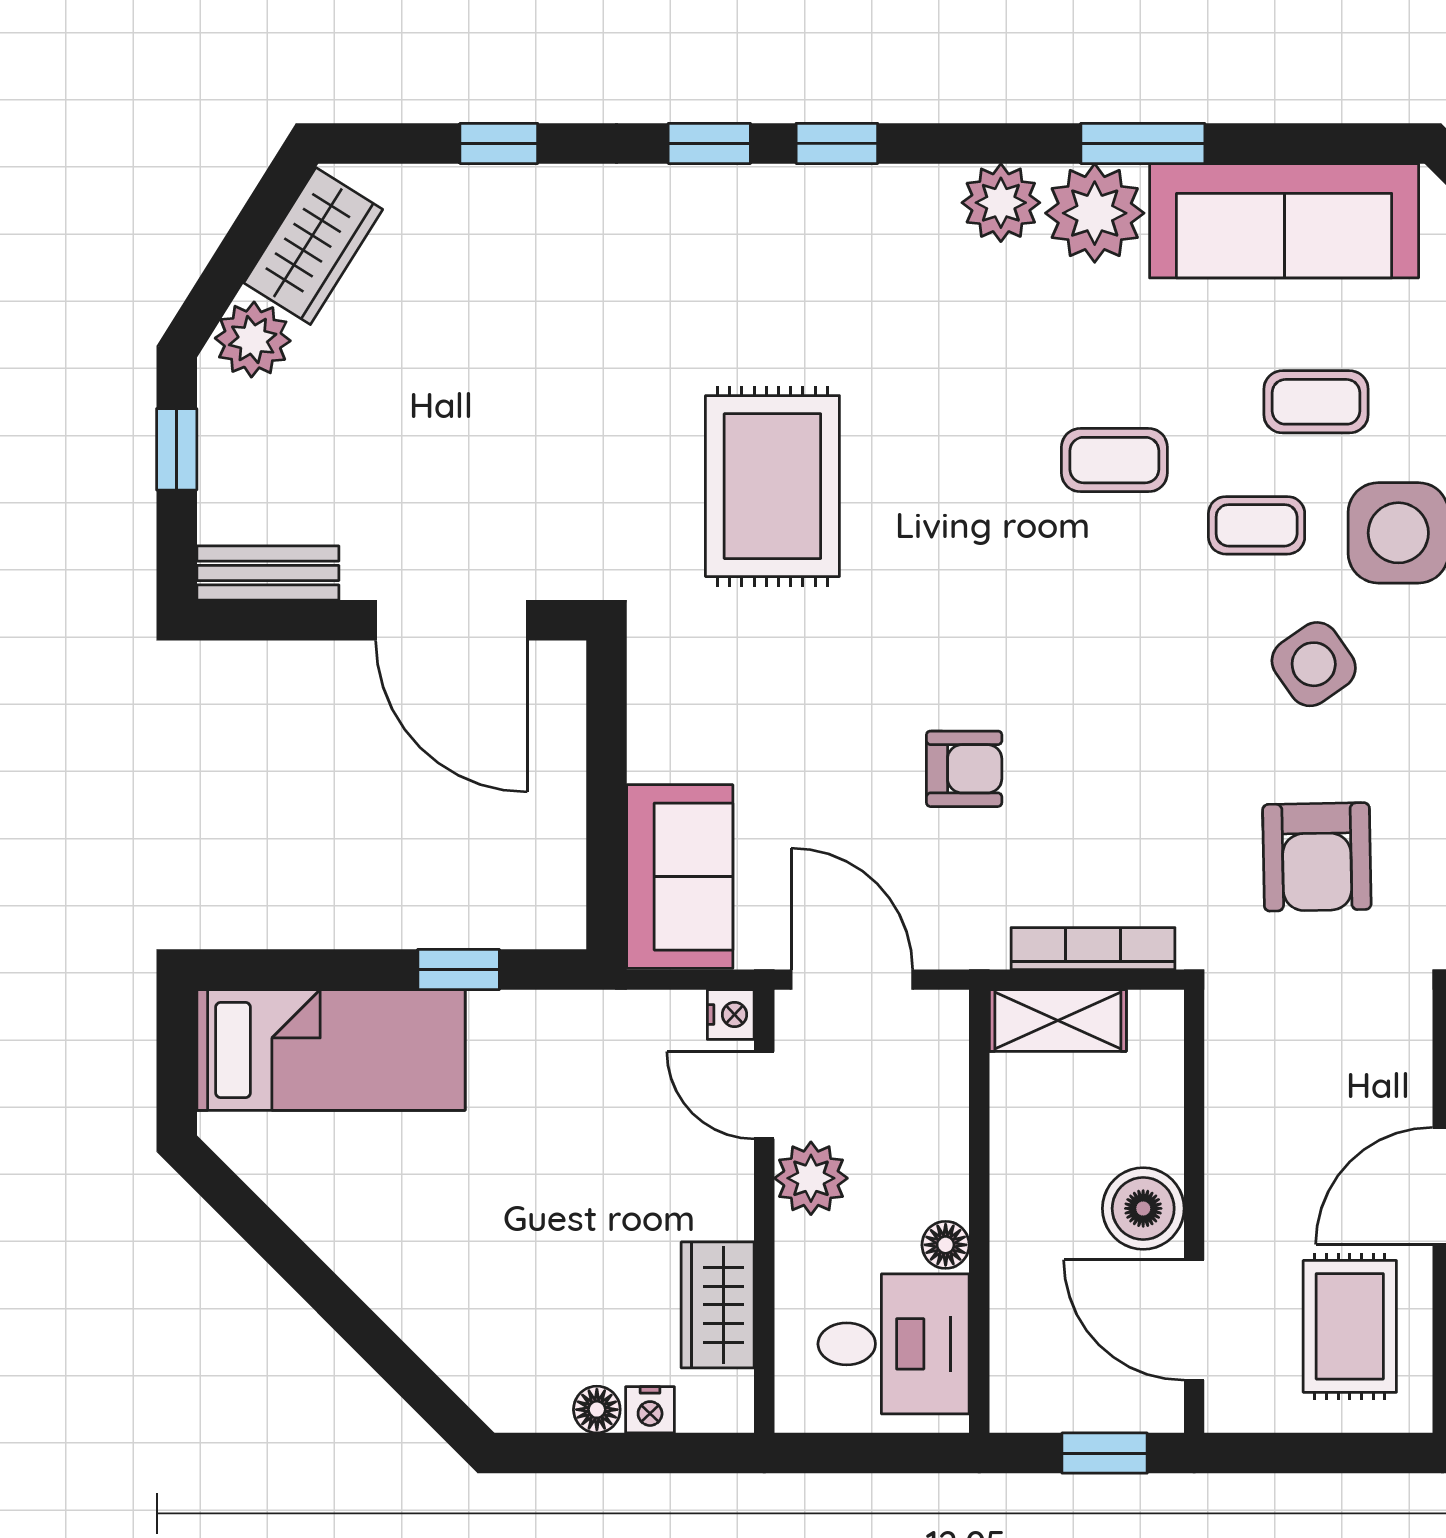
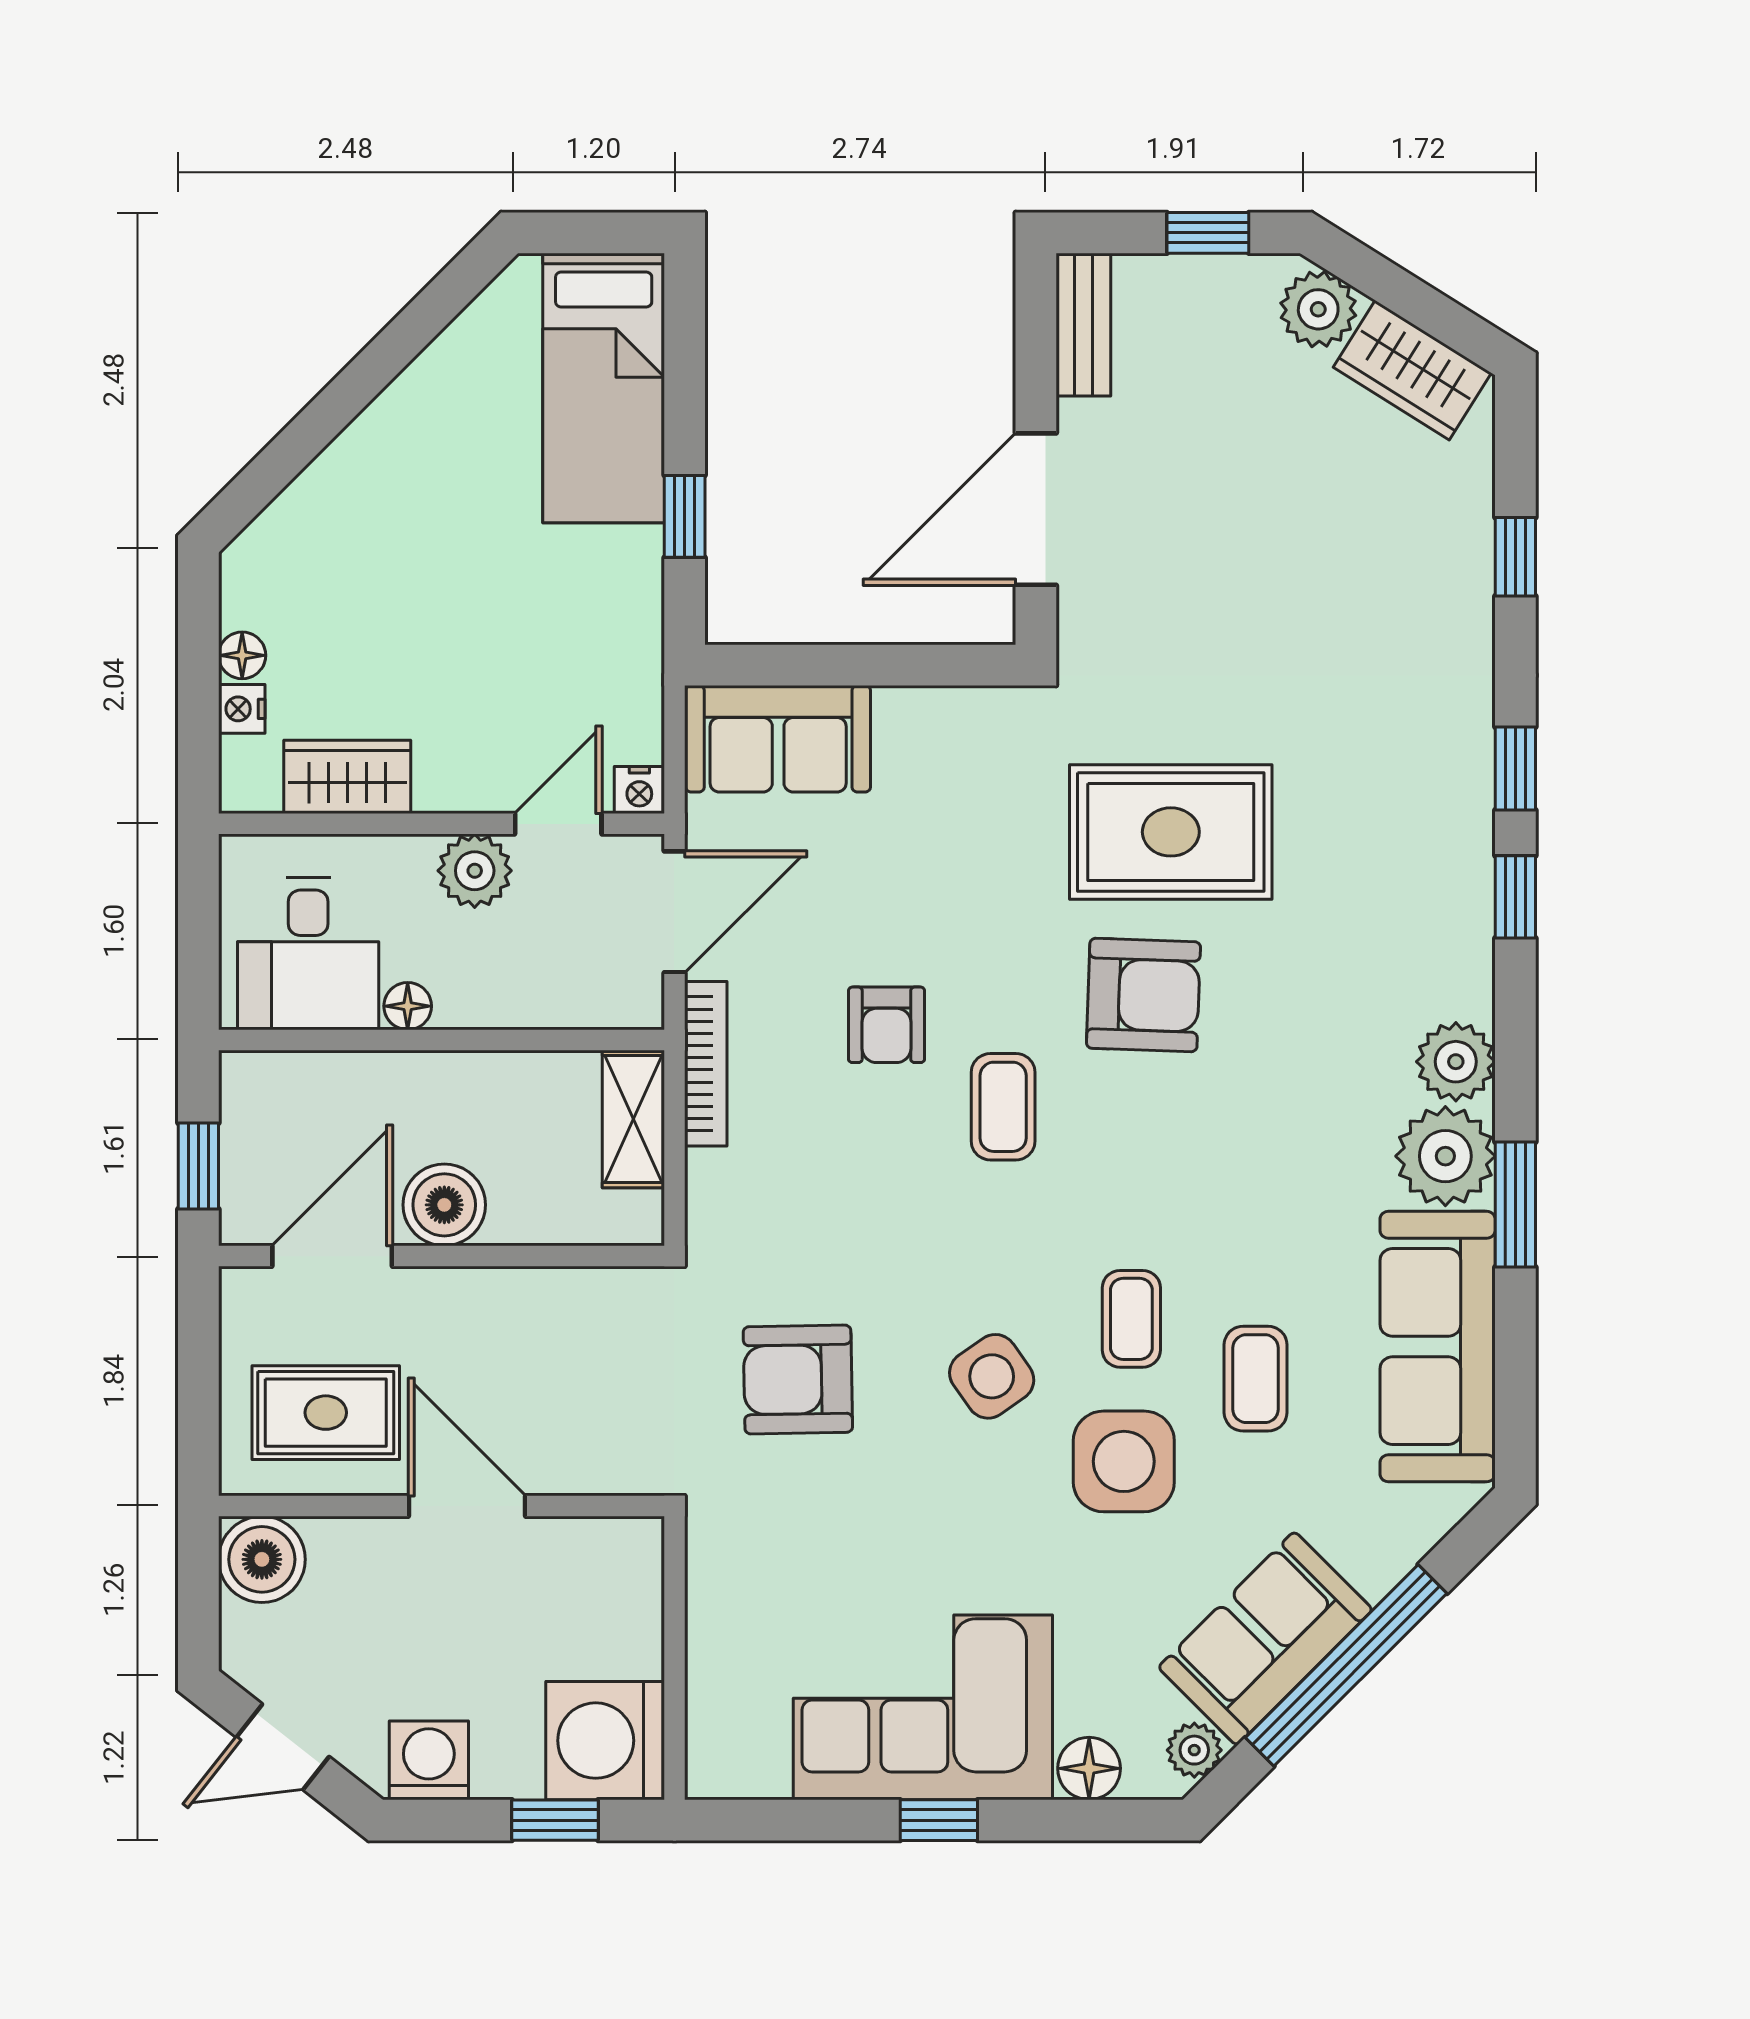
coffee table: (1114, 460) -> (1003, 1107), moved
armchair: (935, 513) -> (1143, 995), added
bookcase: (1093, 949) -> (706, 1064), moved

